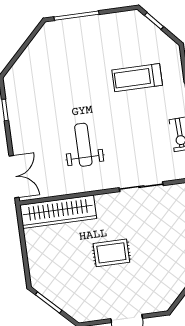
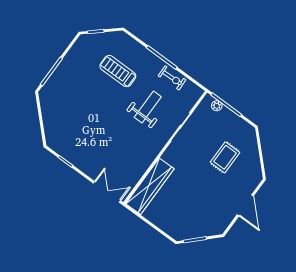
treadmill: (137, 78) -> (118, 71), turned 90
weight bench: (83, 145) -> (148, 107), moved, turned 90
rug: (111, 253) -> (225, 157), moved

